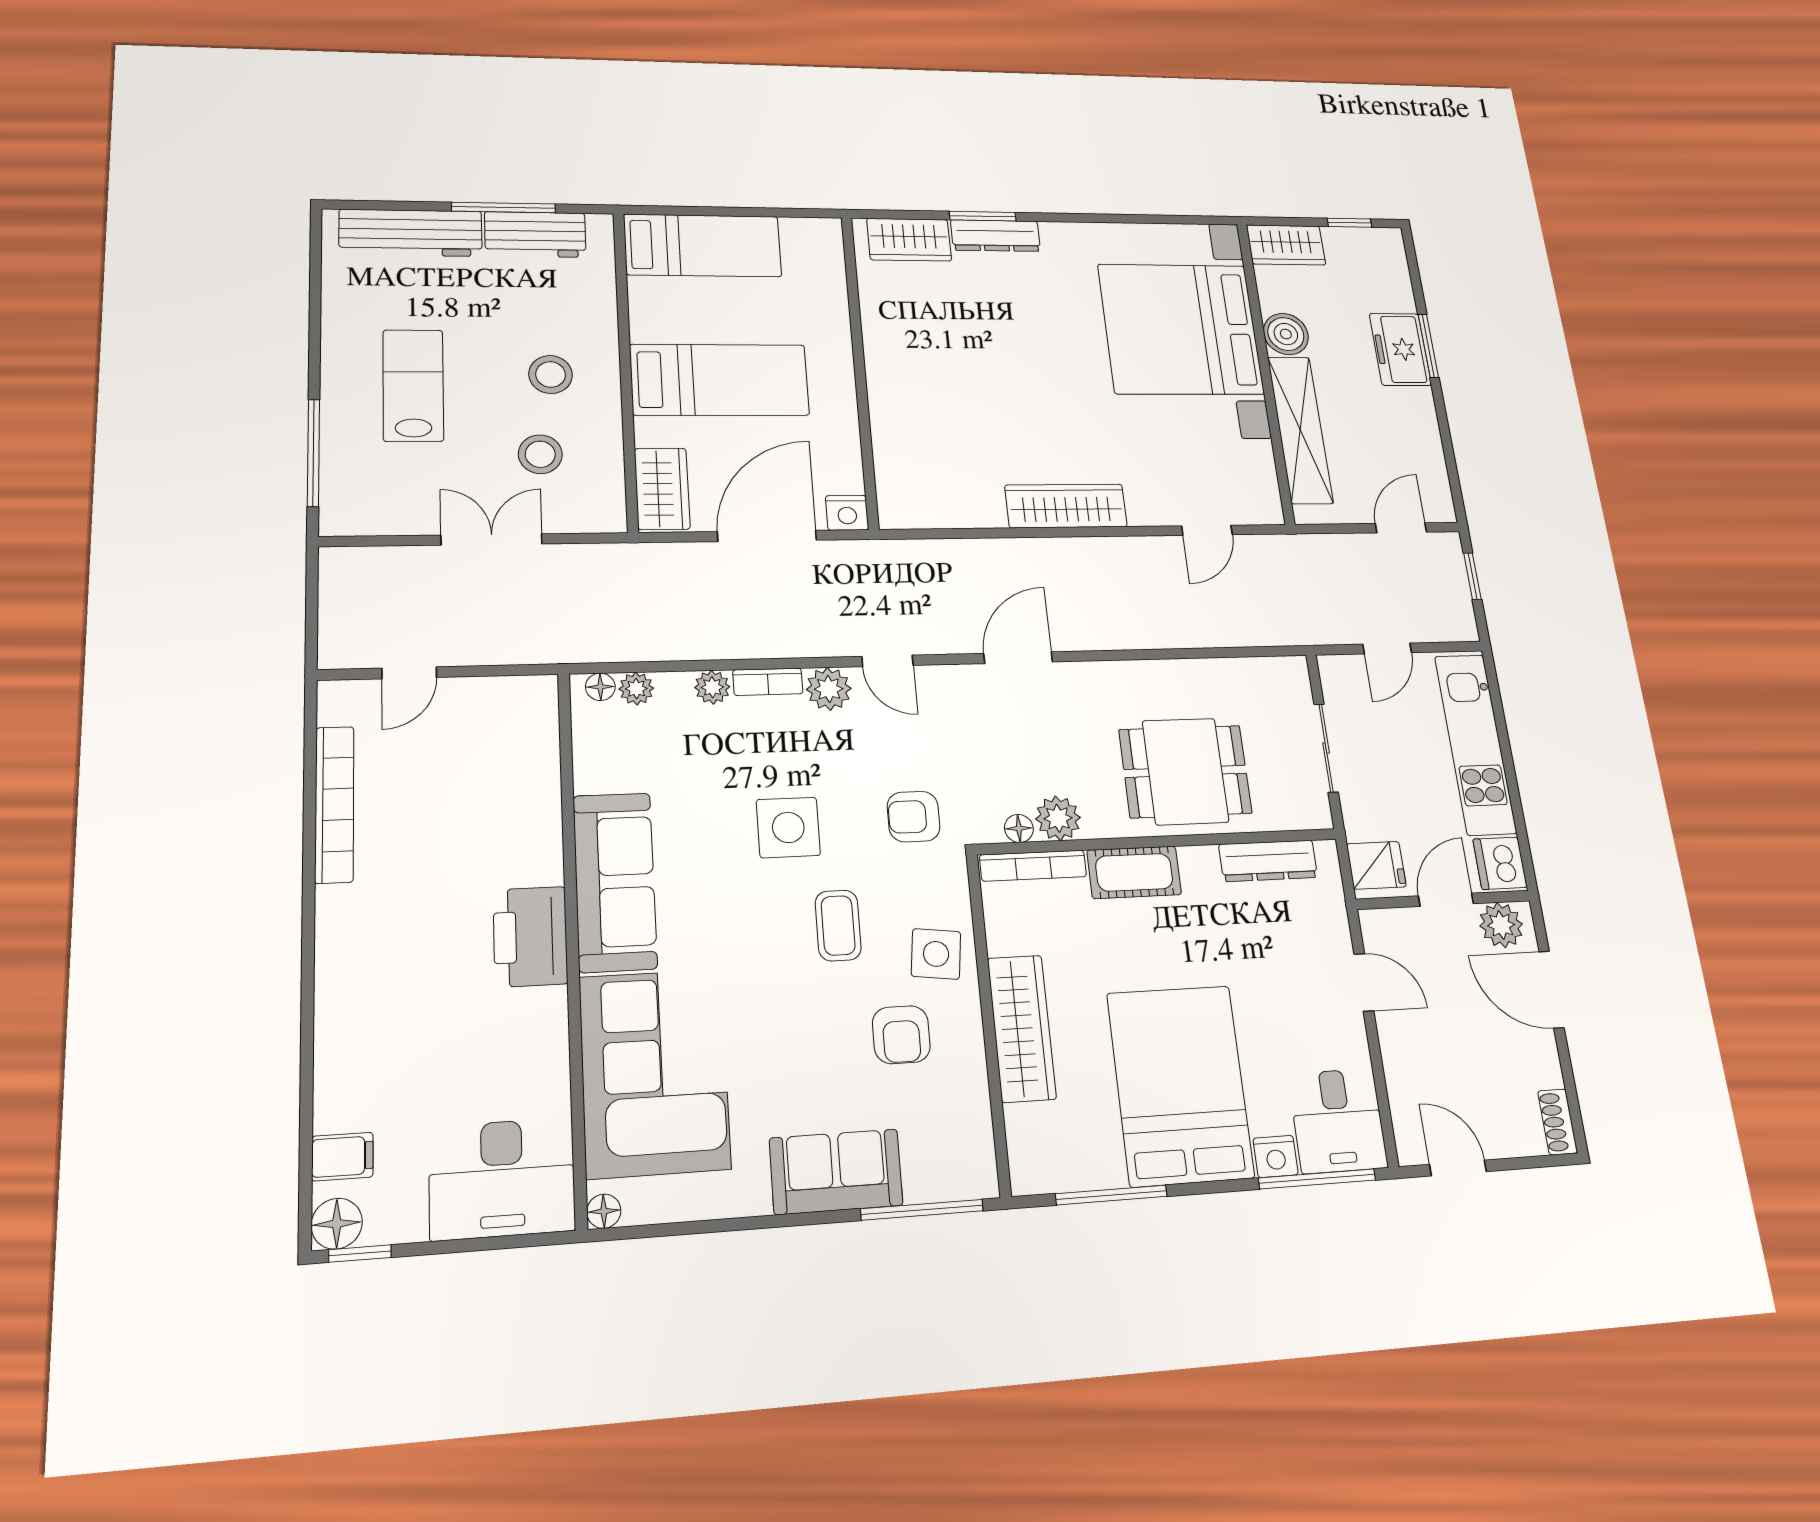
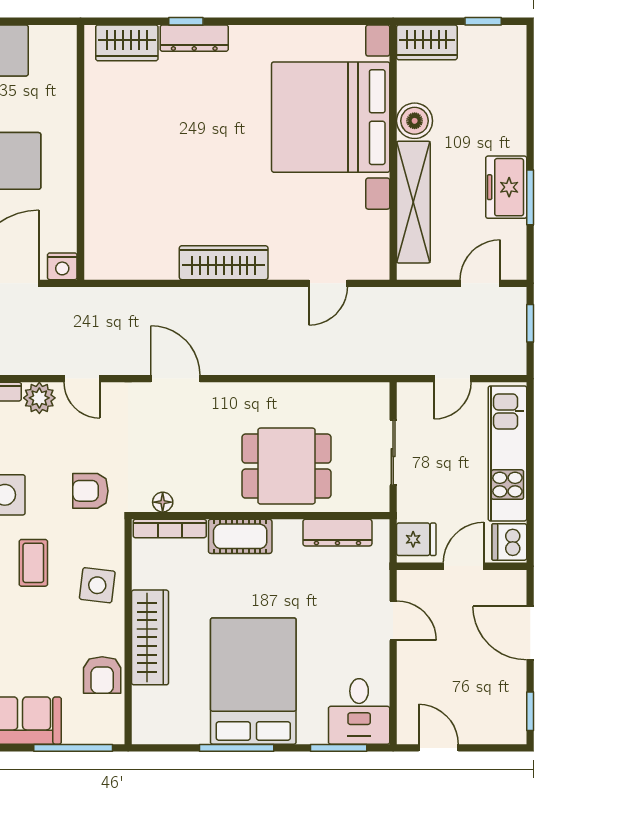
window: (983, 216) -> (186, 21), width x0.67
window: (1428, 346) -> (530, 197), moved
freezer: (1400, 349) -> (506, 187), moved
door: (1018, 658) -> (175, 379), hinge flipped
plant: (1058, 818) -> (191, 496), removed
plant: (1501, 925) -> (501, 586), removed
armchair: (901, 1035) -> (102, 675), moved
window: (1573, 1103) -> (530, 711), added
shoe rack: (1558, 1122) -> (516, 723), removed
nightstand: (1276, 1156) -> (312, 731), removed
window: (1317, 1179) -> (339, 748), width x0.69
window: (1111, 1195) -> (237, 748), moved

